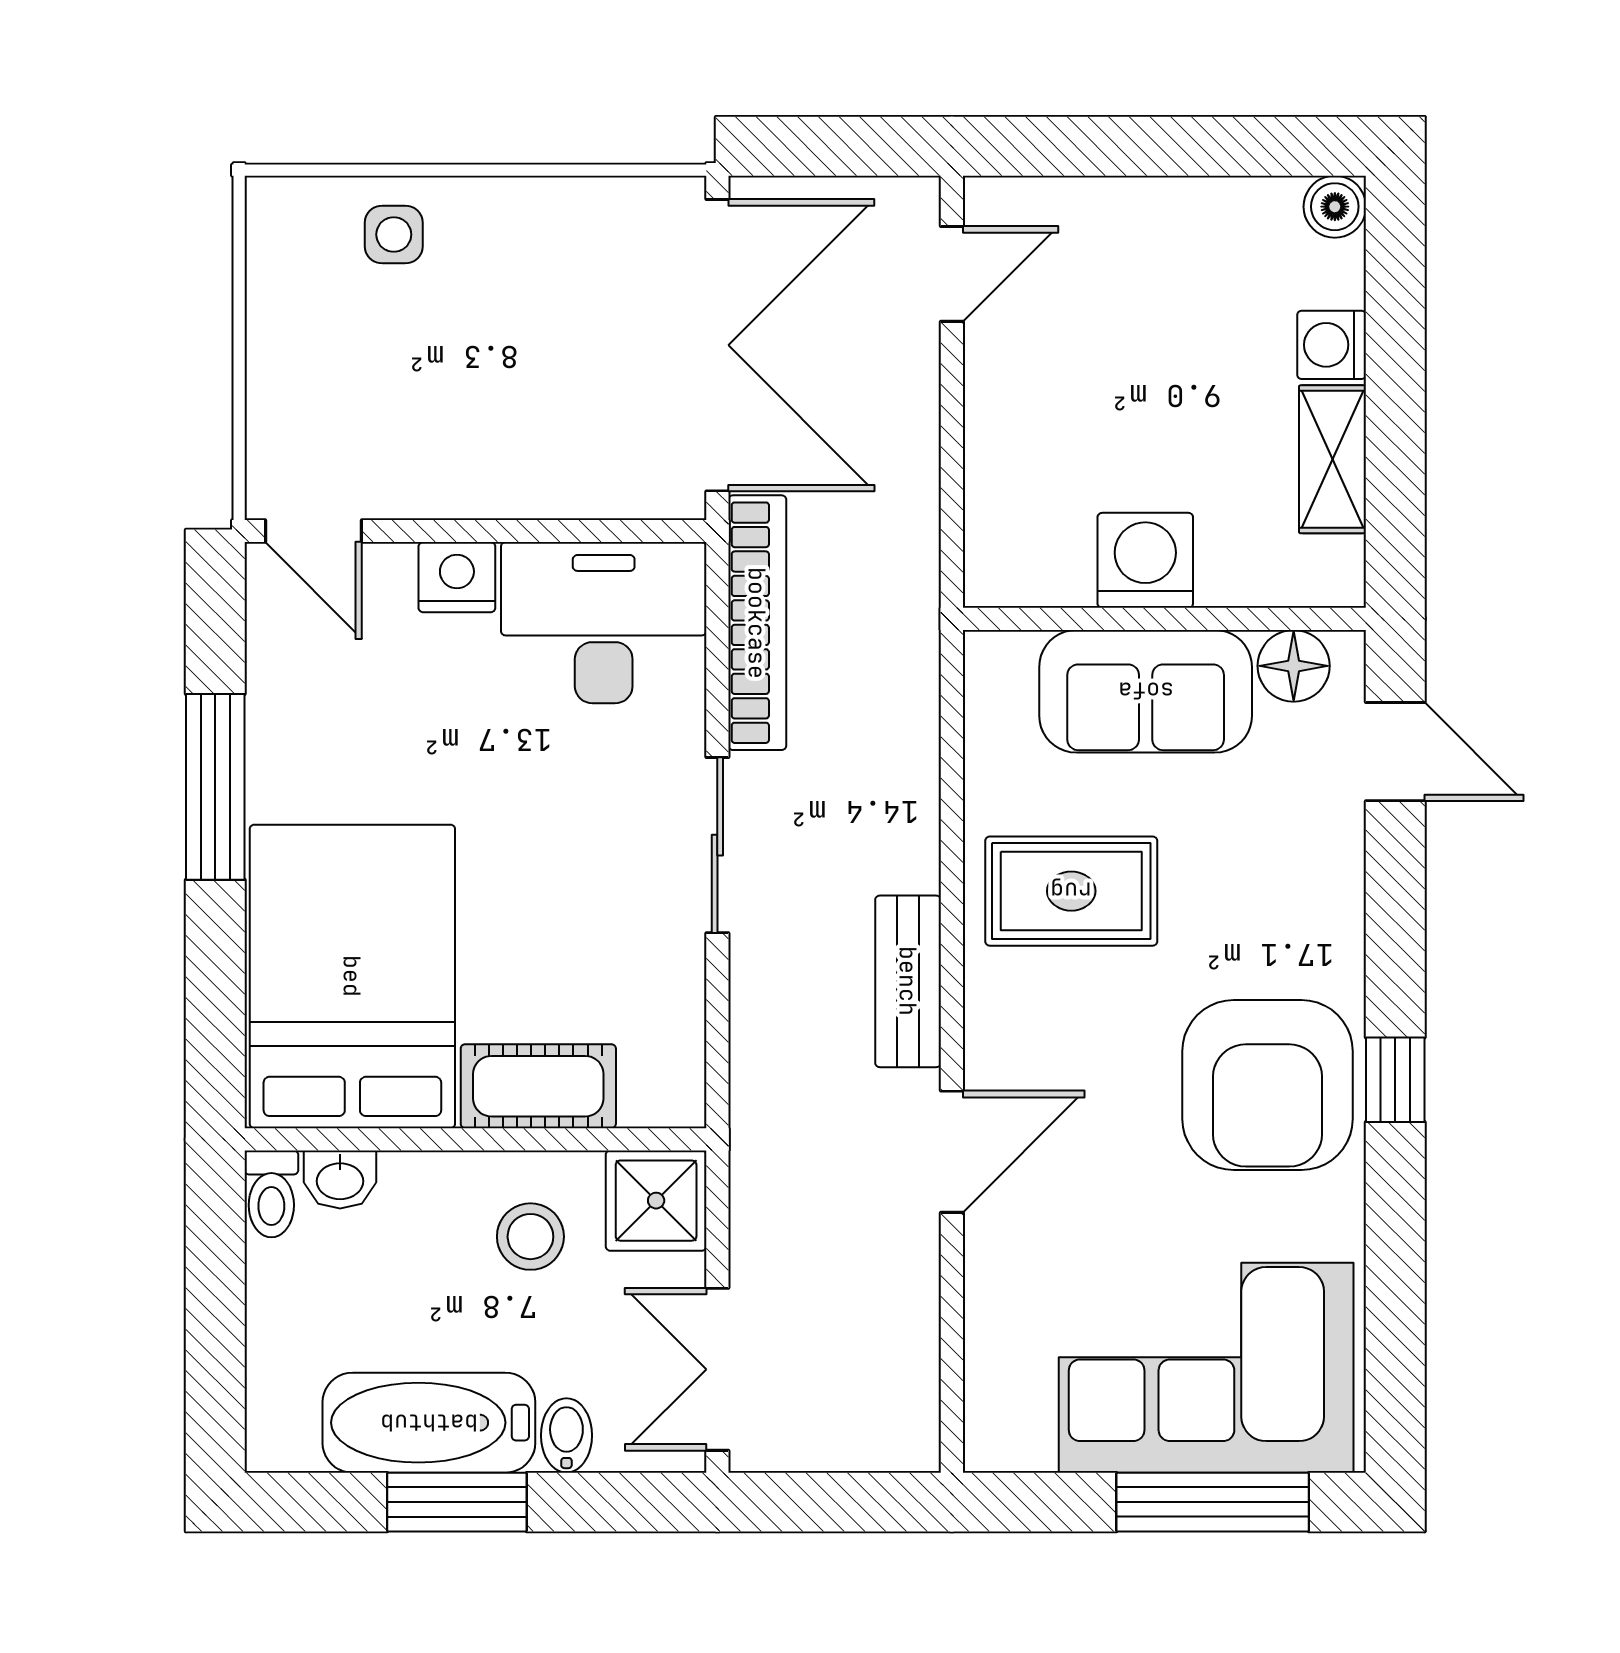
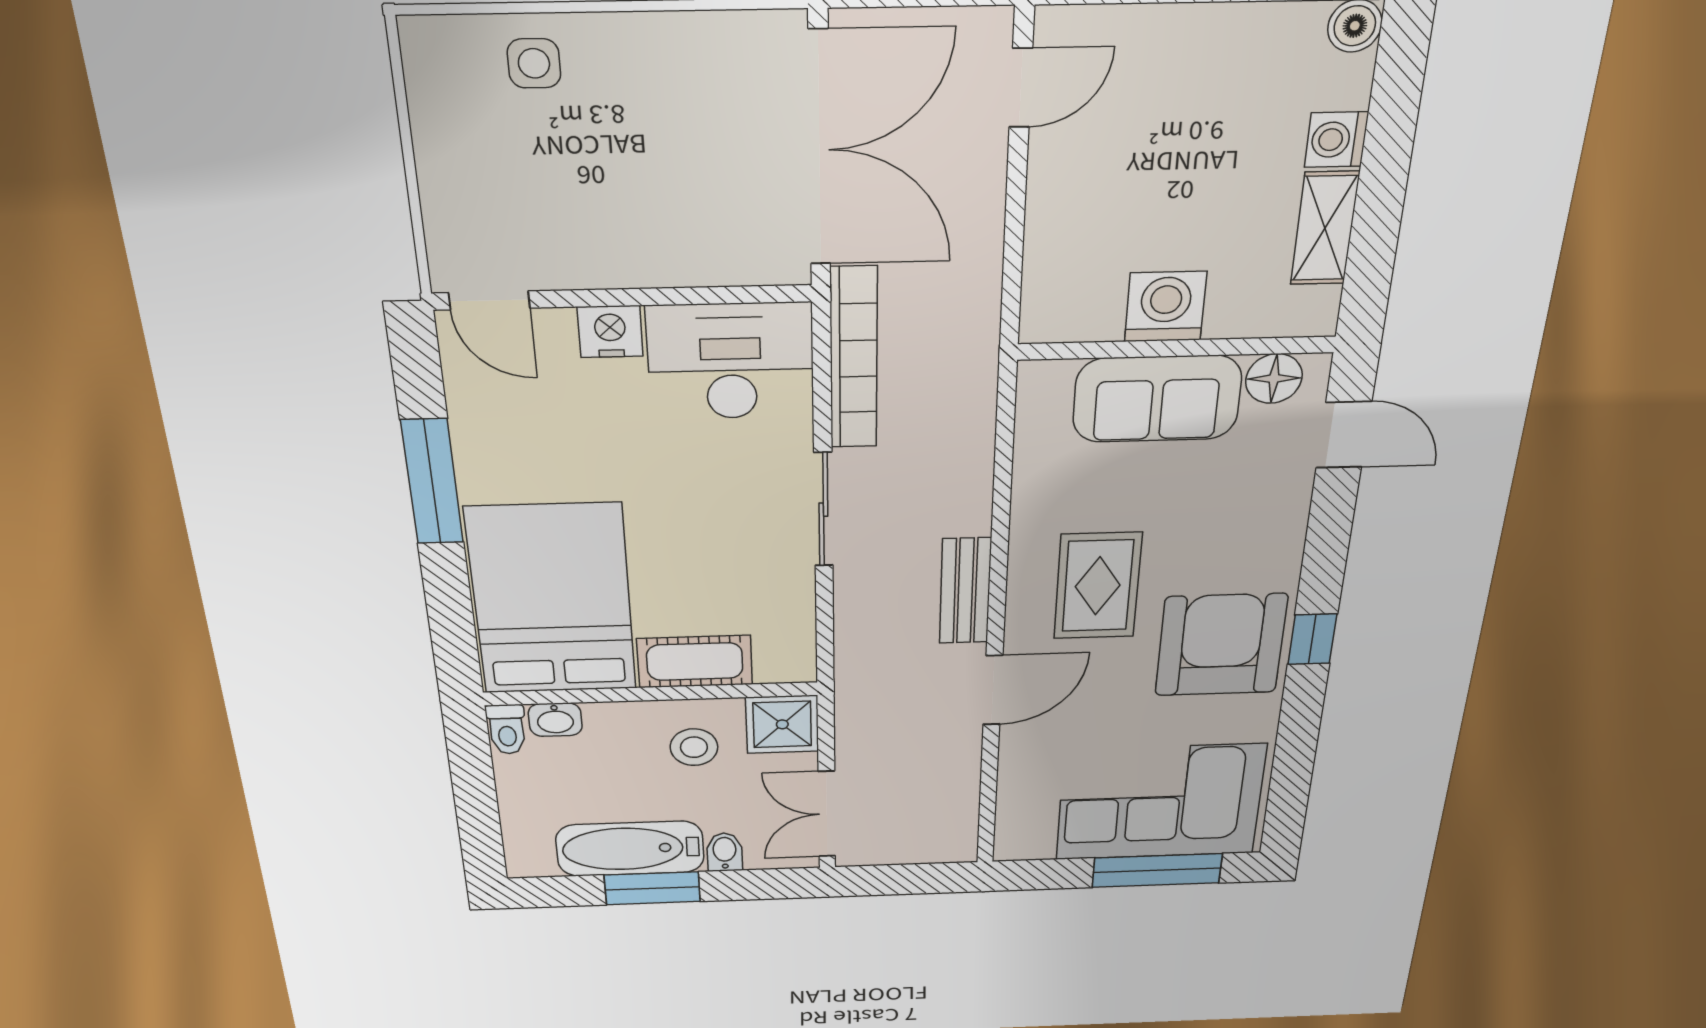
rug: (1071, 891) -> (1098, 586), moved, turned 90
armchair: (1268, 1085) -> (1221, 645), turned 180

